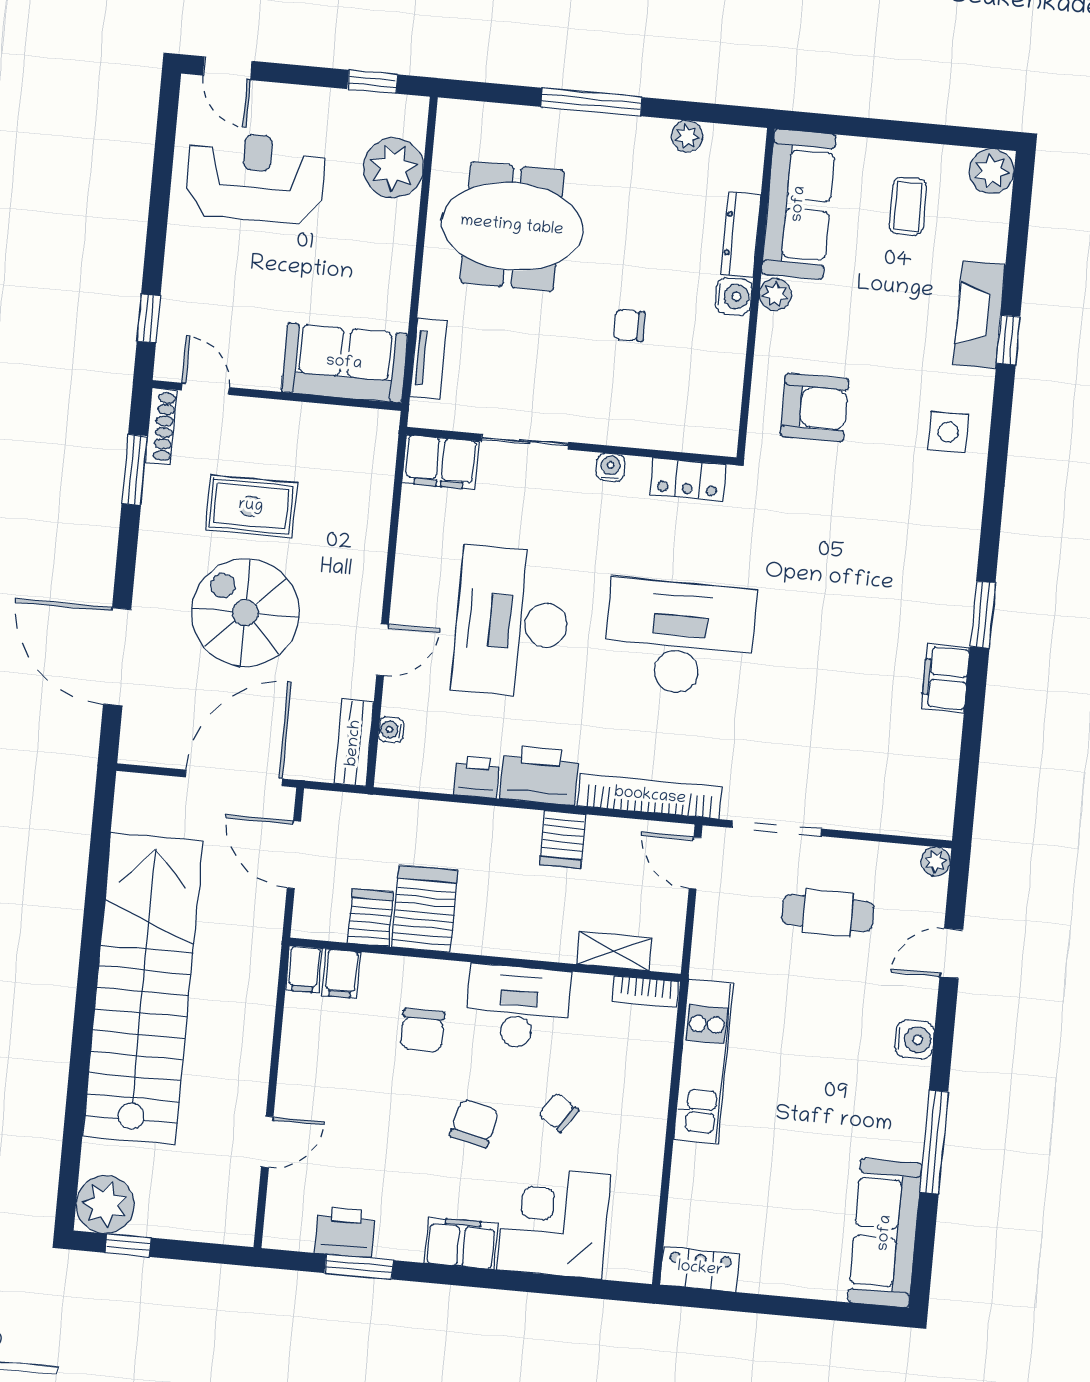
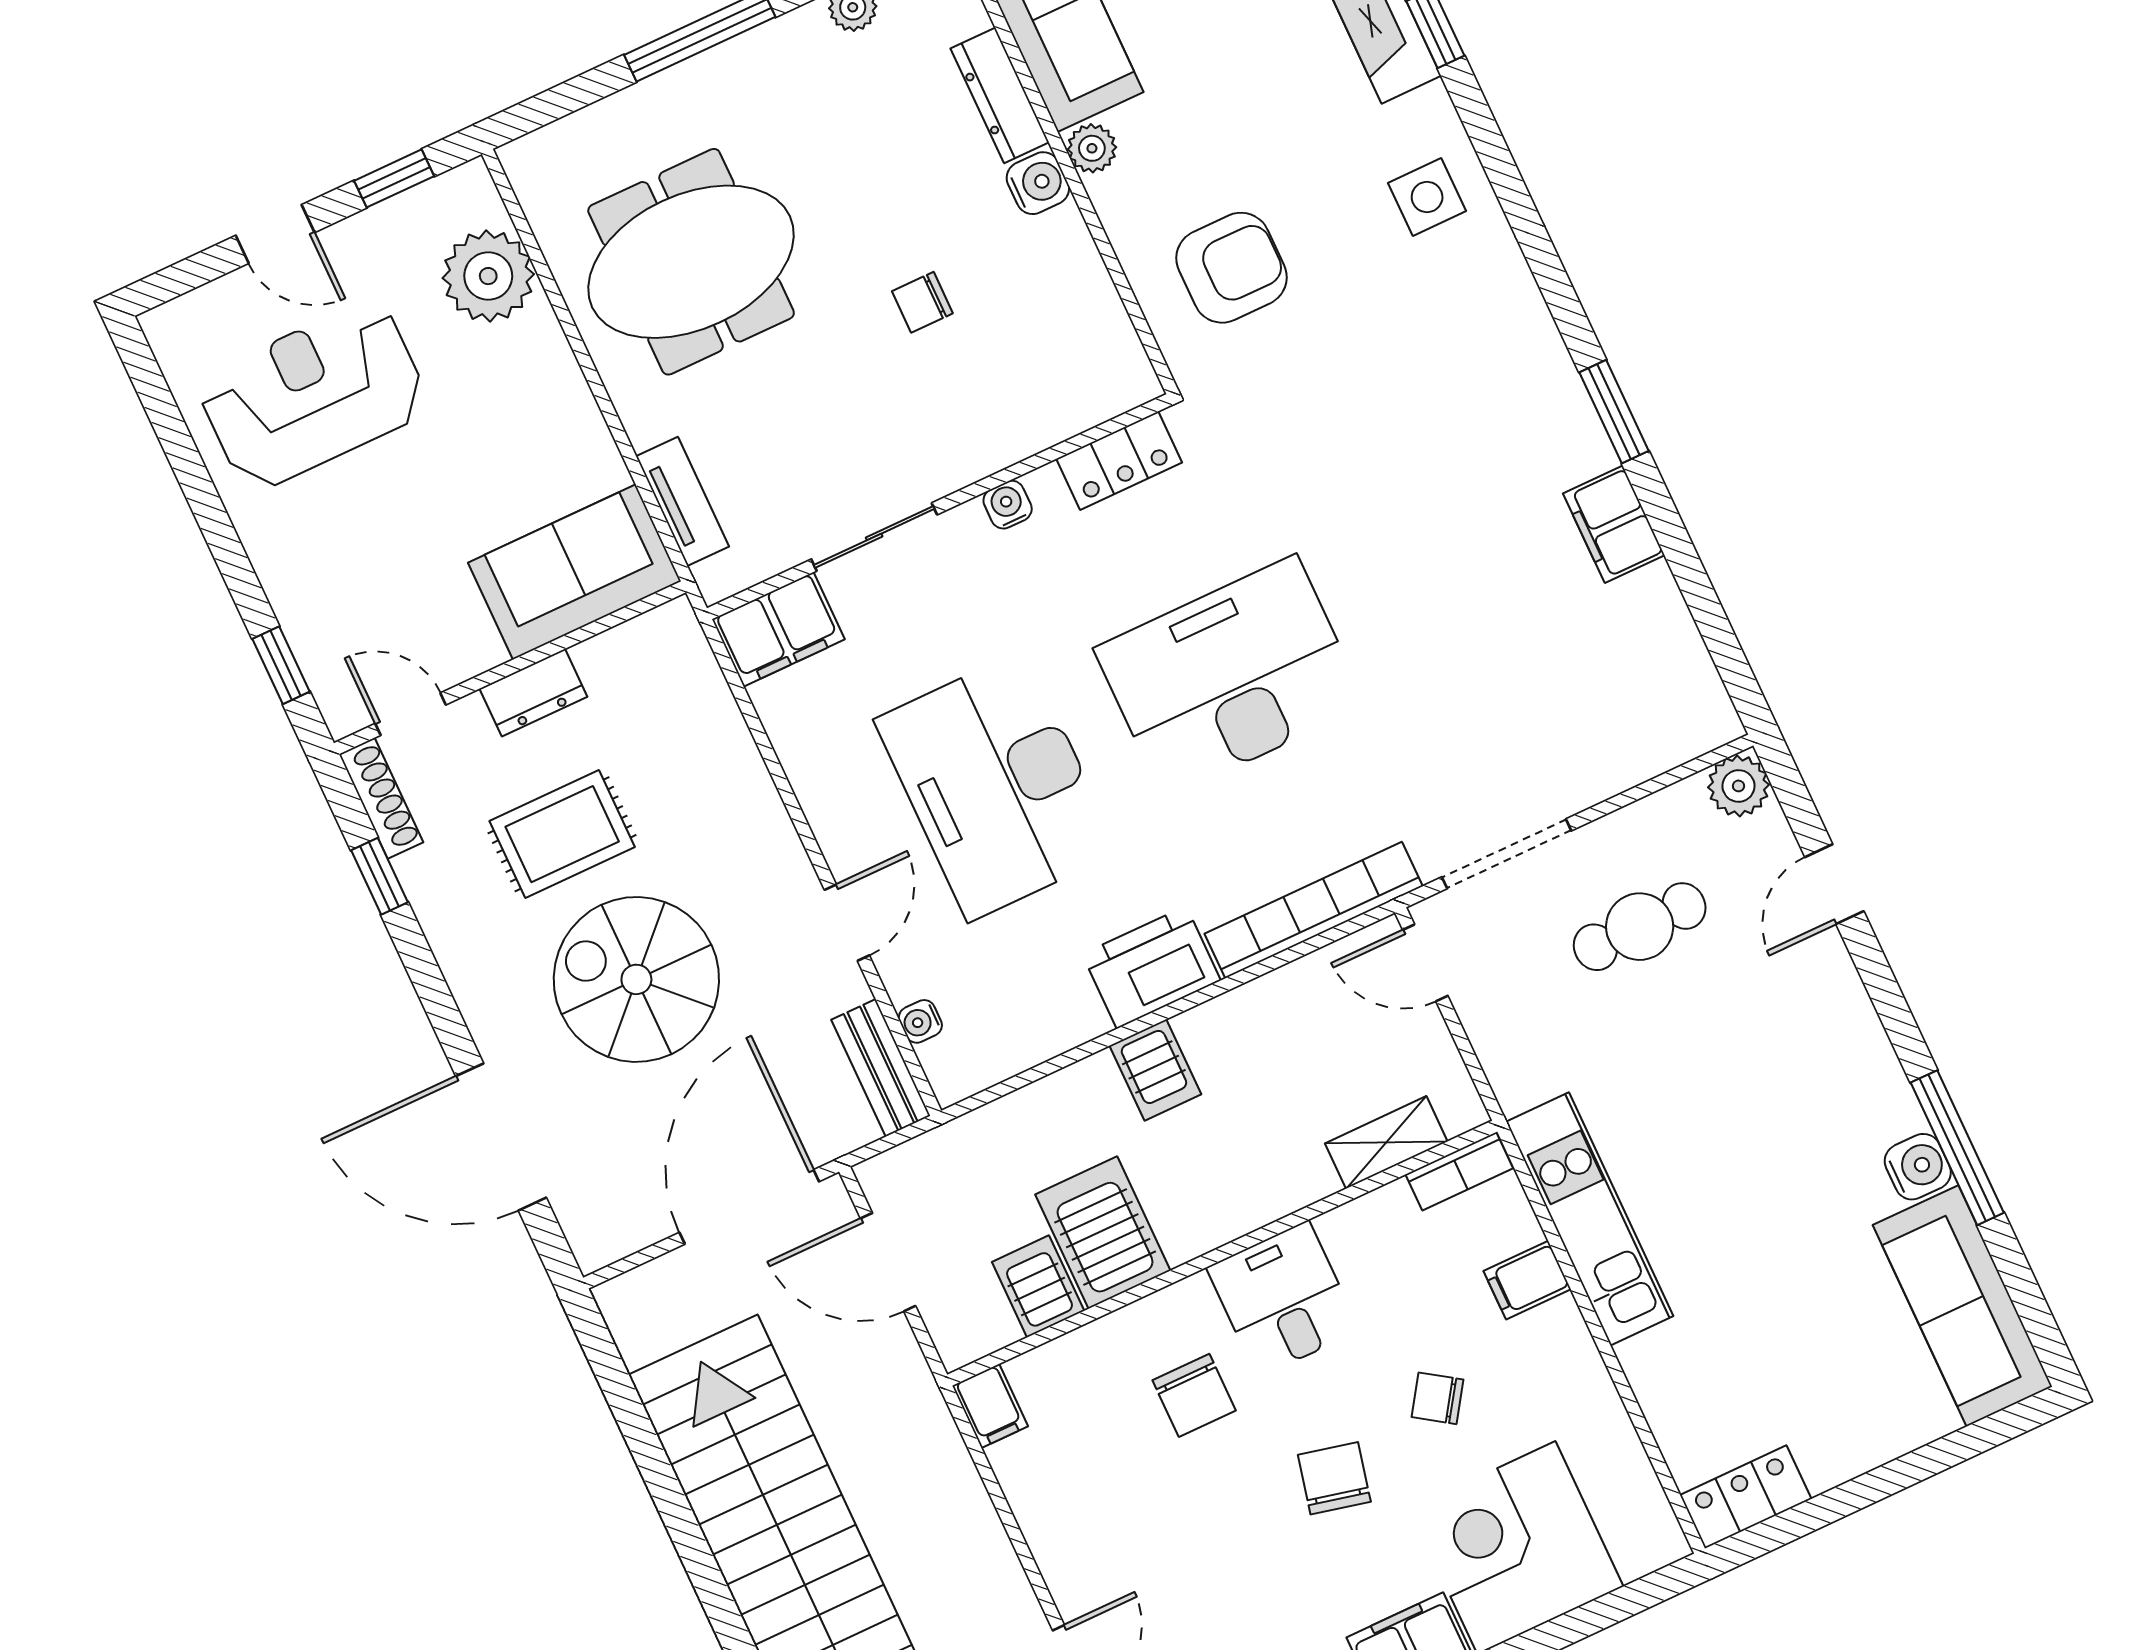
door: (228, 68) -> (275, 234), moved
dresser: (282, 417) -> (533, 693), added
window: (134, 470) -> (379, 876), width x0.67
printer: (477, 777) -> (1070, 1018), removed
server rack: (563, 840) -> (1155, 1070), moved
plant: (936, 861) -> (1738, 786), width x1.38, depth x1.38
filing cabinet: (341, 974) -> (1527, 1280), moved, turned 90
desk: (518, 1007) -> (1283, 1299), width x0.73
water cooler: (915, 1039) -> (1918, 1167), moved

